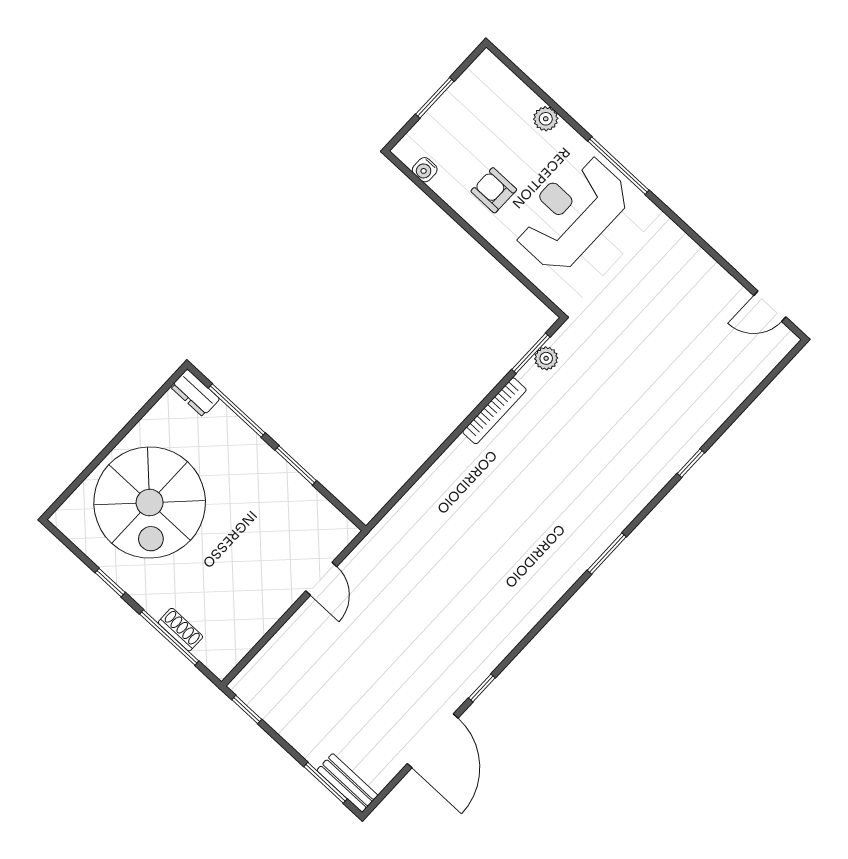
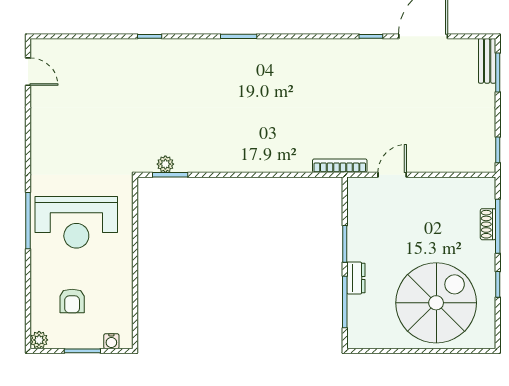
plant: (546, 119) -> (39, 340), moved
water cooler: (425, 170) -> (111, 341), moved, turned 90
armchair: (494, 190) -> (72, 301), moved
dresser: (195, 393) -> (356, 278), moved
bookcase: (494, 411) -> (340, 166), moved

